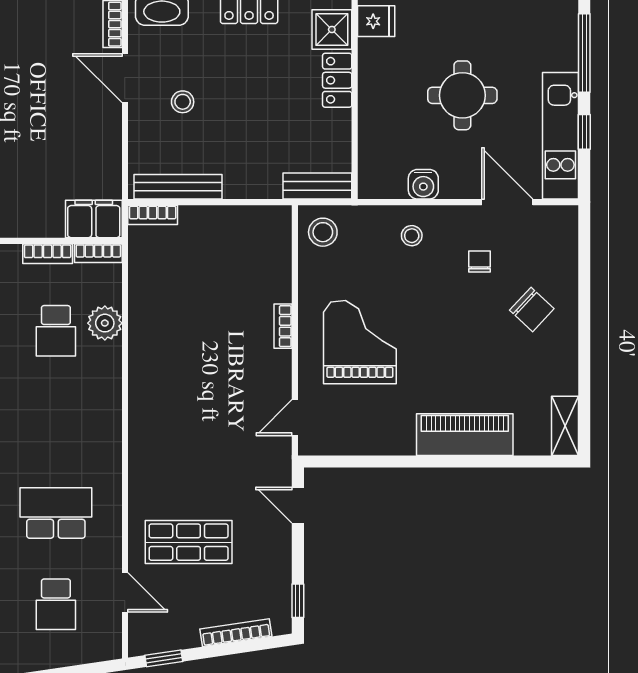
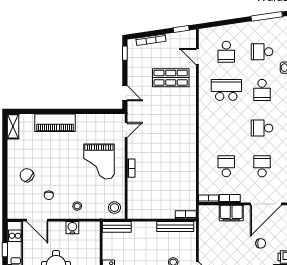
filing cabinet: (94, 219) -> (231, 213), moved
plant: (105, 323) -> (206, 169), removed
school desk: (56, 513) -> (226, 90), turned 180
school desk: (56, 604) -> (226, 52), turned 180

